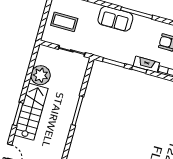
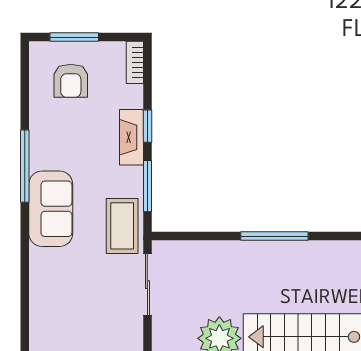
coffee table: (64, 22) -> (122, 226), moved
fireplace: (146, 64) -> (131, 137), moved

